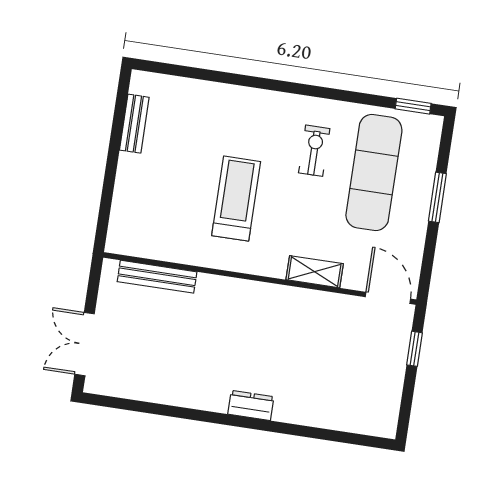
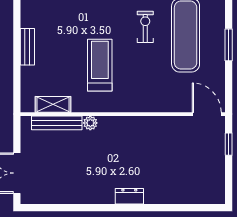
bench: (134, 124) -> (27, 47), moved
shelving: (315, 272) -> (53, 104), moved
plant: (208, 285) -> (90, 123), added

